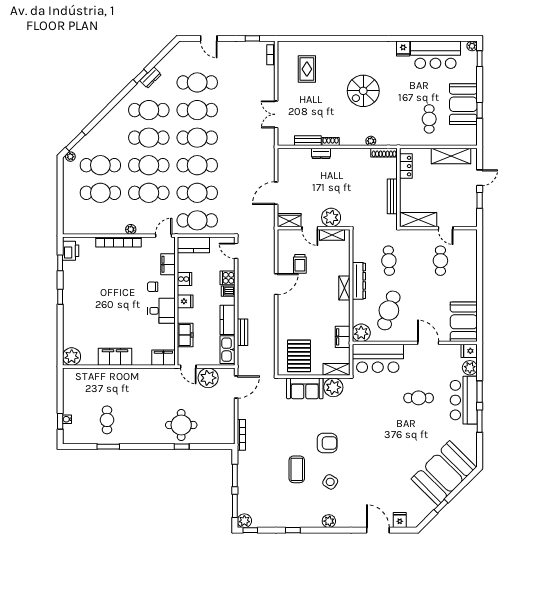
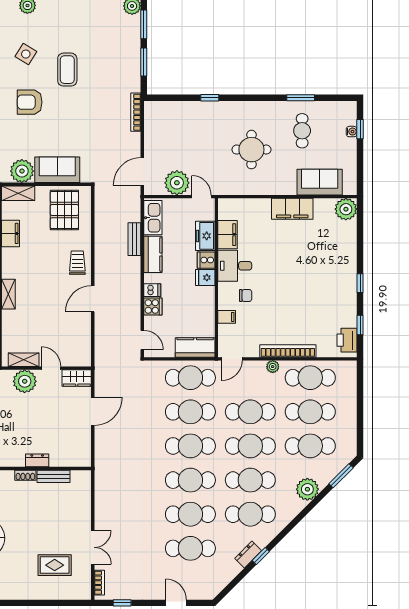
rug: (307, 69) -> (55, 565), turned 90
double door: (276, 114) -> (93, 547), moved
plant: (70, 157) -> (307, 489), moved, width x1.87, depth x1.87
cafe table: (100, 220) -> (310, 378), added
filing cabinet: (168, 264) -> (227, 317), width x0.50
trolley: (300, 264) -> (77, 263), moved
cooker: (185, 279) -> (206, 260), moved
filing cabinet: (163, 358) -> (227, 235), moved, turned -90
sofa: (93, 378) -> (320, 182), added
round table: (181, 425) -> (251, 150), moved

